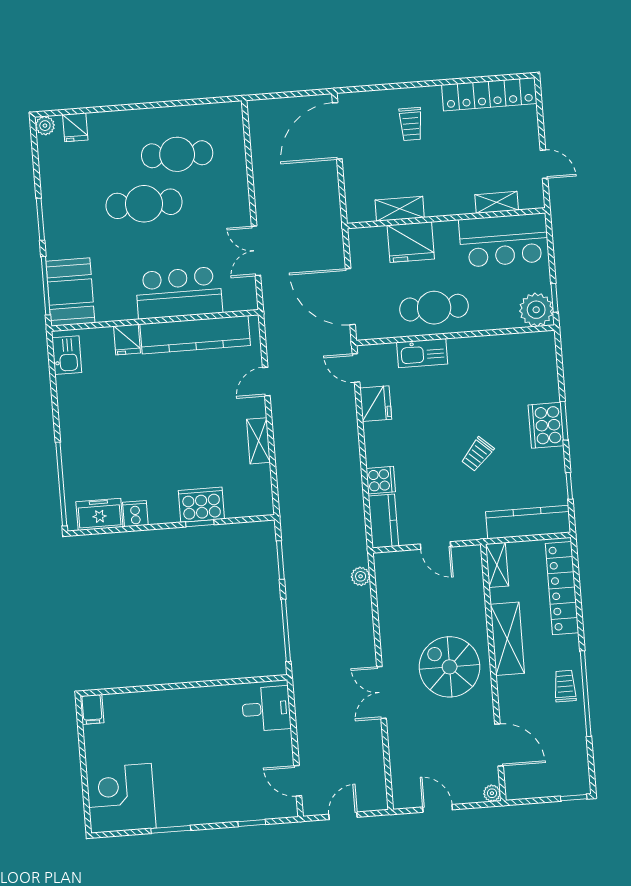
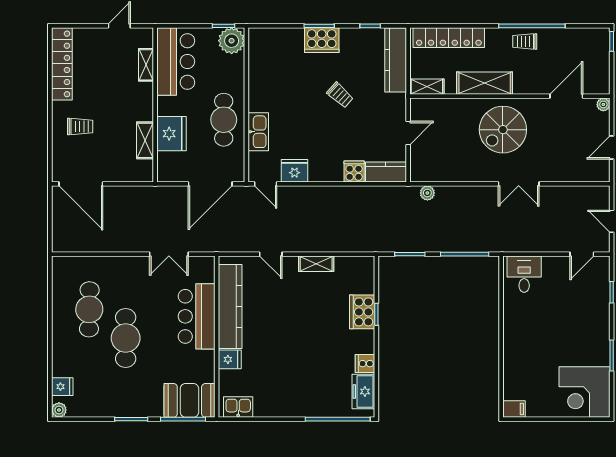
door: (356, 368) -> (266, 184), hinge flipped

